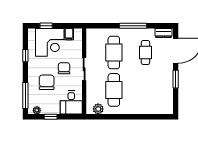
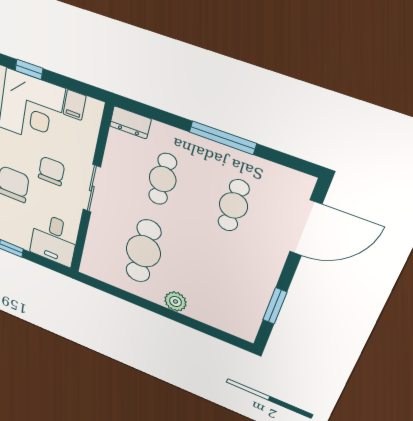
dresser: (164, 33) -> (130, 122), moved
cafe table: (114, 52) -> (163, 179), width x0.73, depth x0.74
window: (176, 79) -> (275, 306), moved
plant: (98, 109) -> (175, 301), moved

